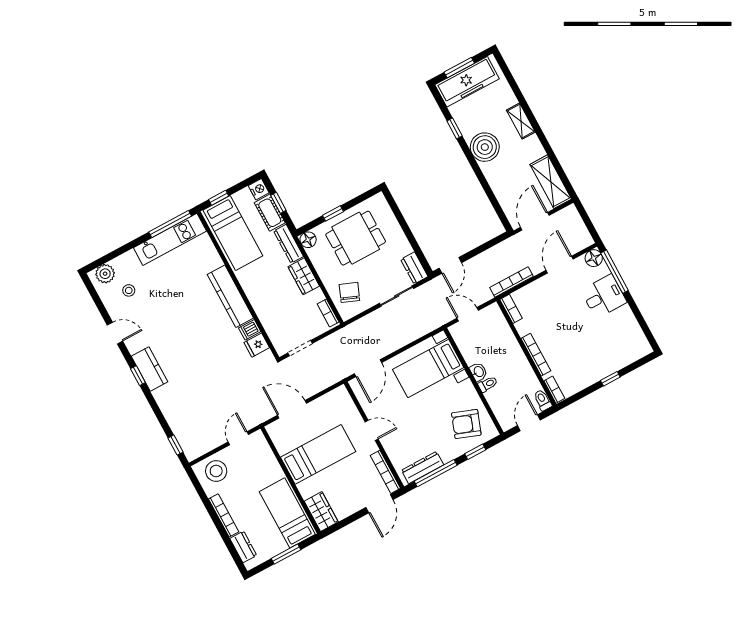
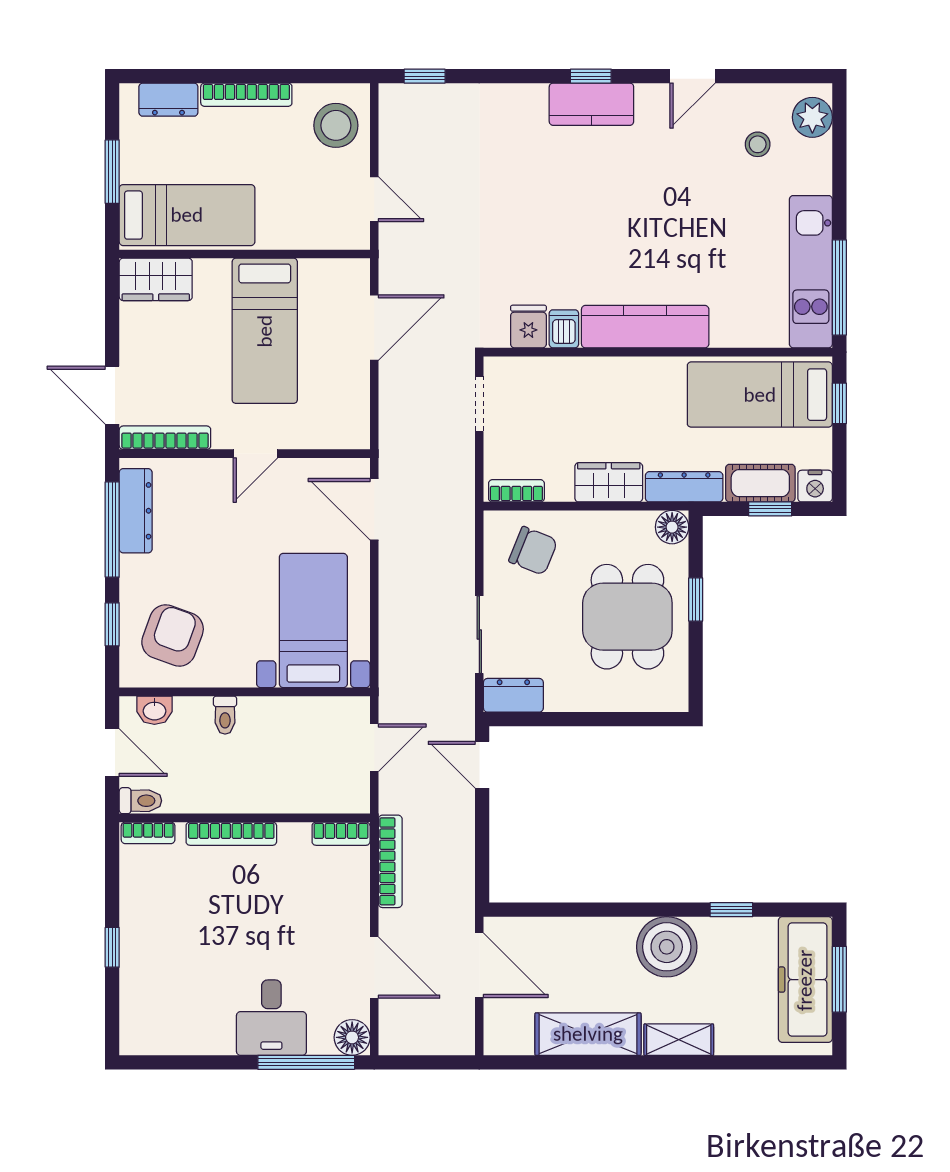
shelving: (551, 182) -> (588, 1034), moved
washbasin: (478, 372) -> (154, 710), moved

